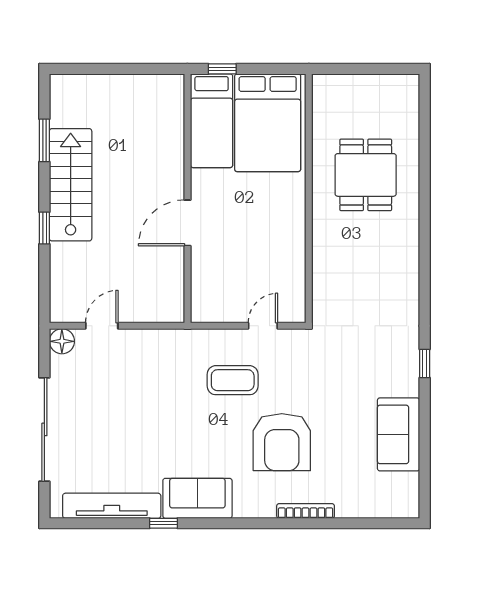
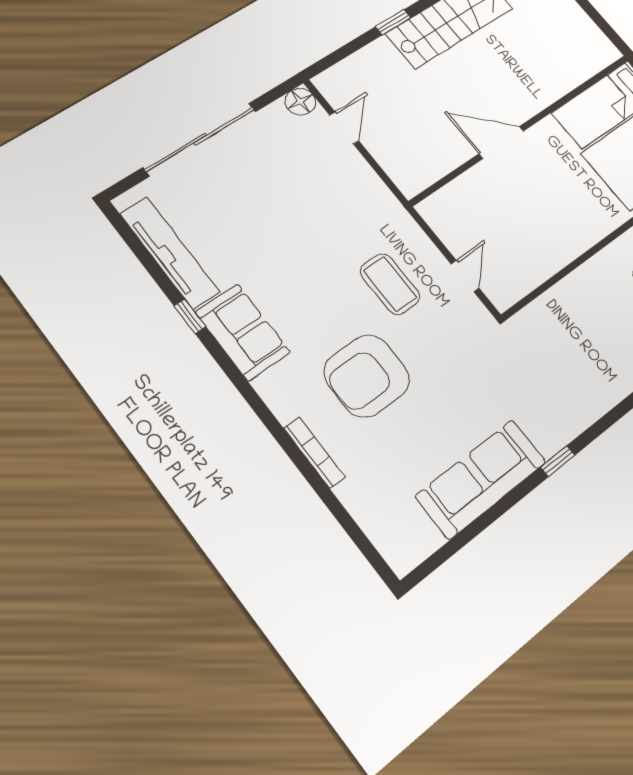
door: (102, 326) -> (344, 128), hinge flipped
door: (263, 326) -> (465, 276), hinge flipped
sofa: (399, 434) -> (481, 479), width x1.36

